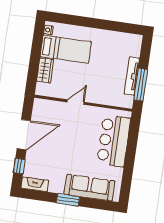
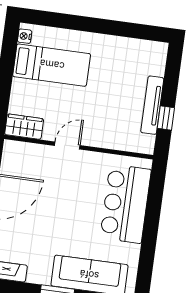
wardrobe: (45, 70) -> (24, 127), moved, turned -90
window: (141, 85) -> (166, 118), width x0.46

